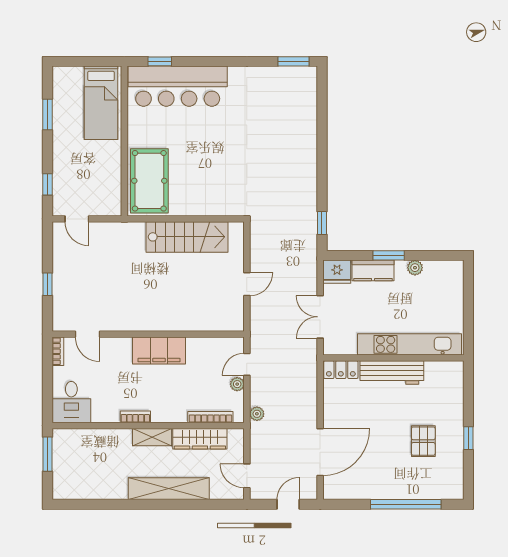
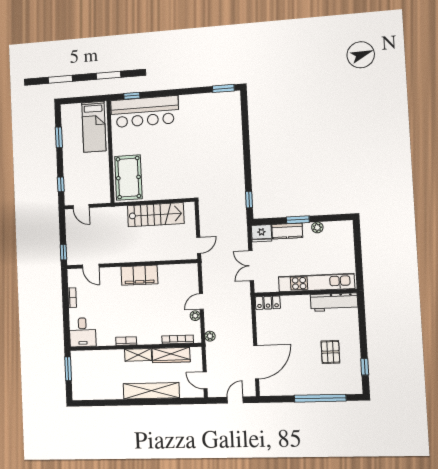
door: (88, 334) -> (91, 266), moved
wall: (148, 334) -> (131, 264), moved
filing cabinet: (159, 350) -> (139, 275), moved
workbench: (392, 373) -> (334, 302), moved
window: (468, 438) -> (365, 367), moved

